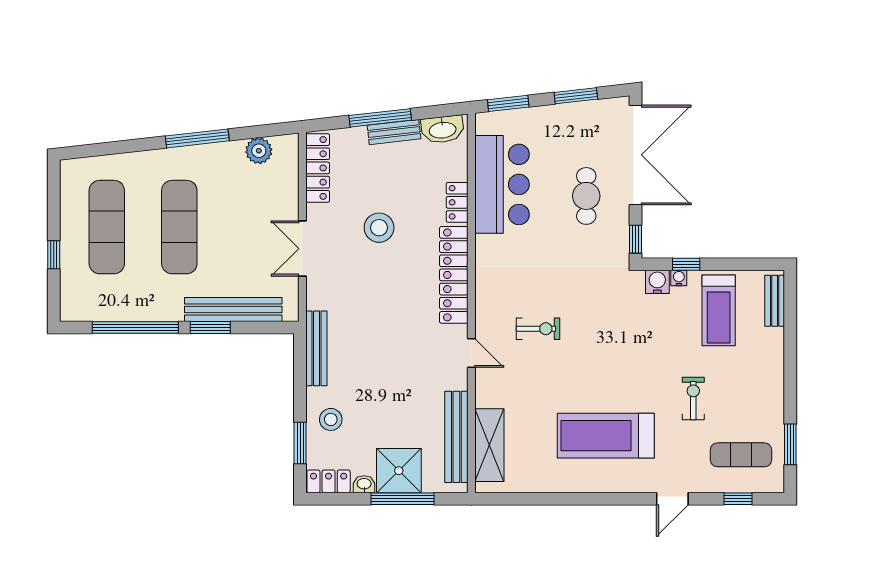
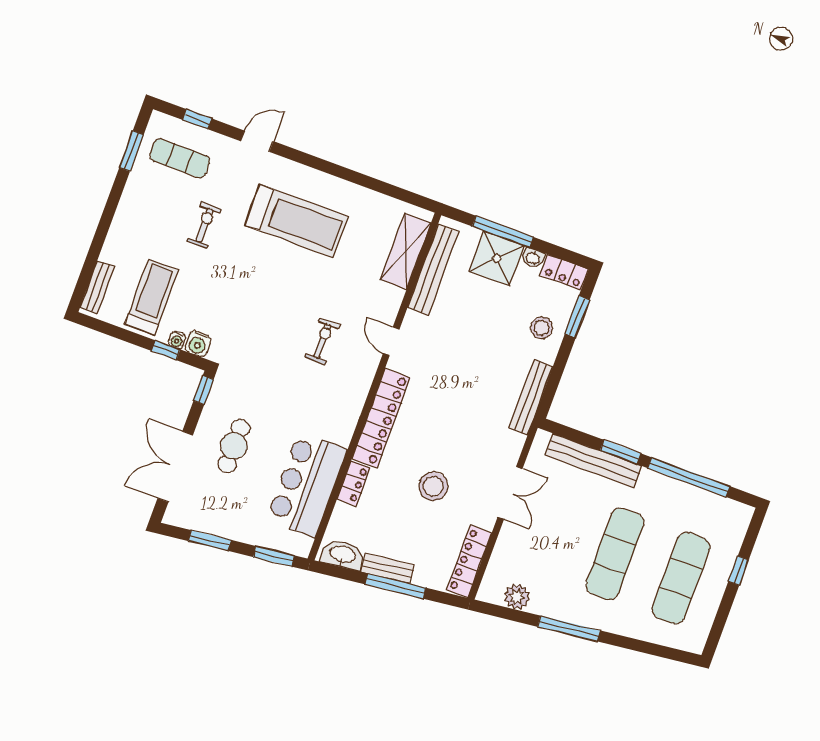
double door: (635, 155) -> (175, 467), width x0.73
exercise bike: (538, 329) -> (322, 341), turned 90
exercise bike: (693, 399) -> (204, 225), turned 180

